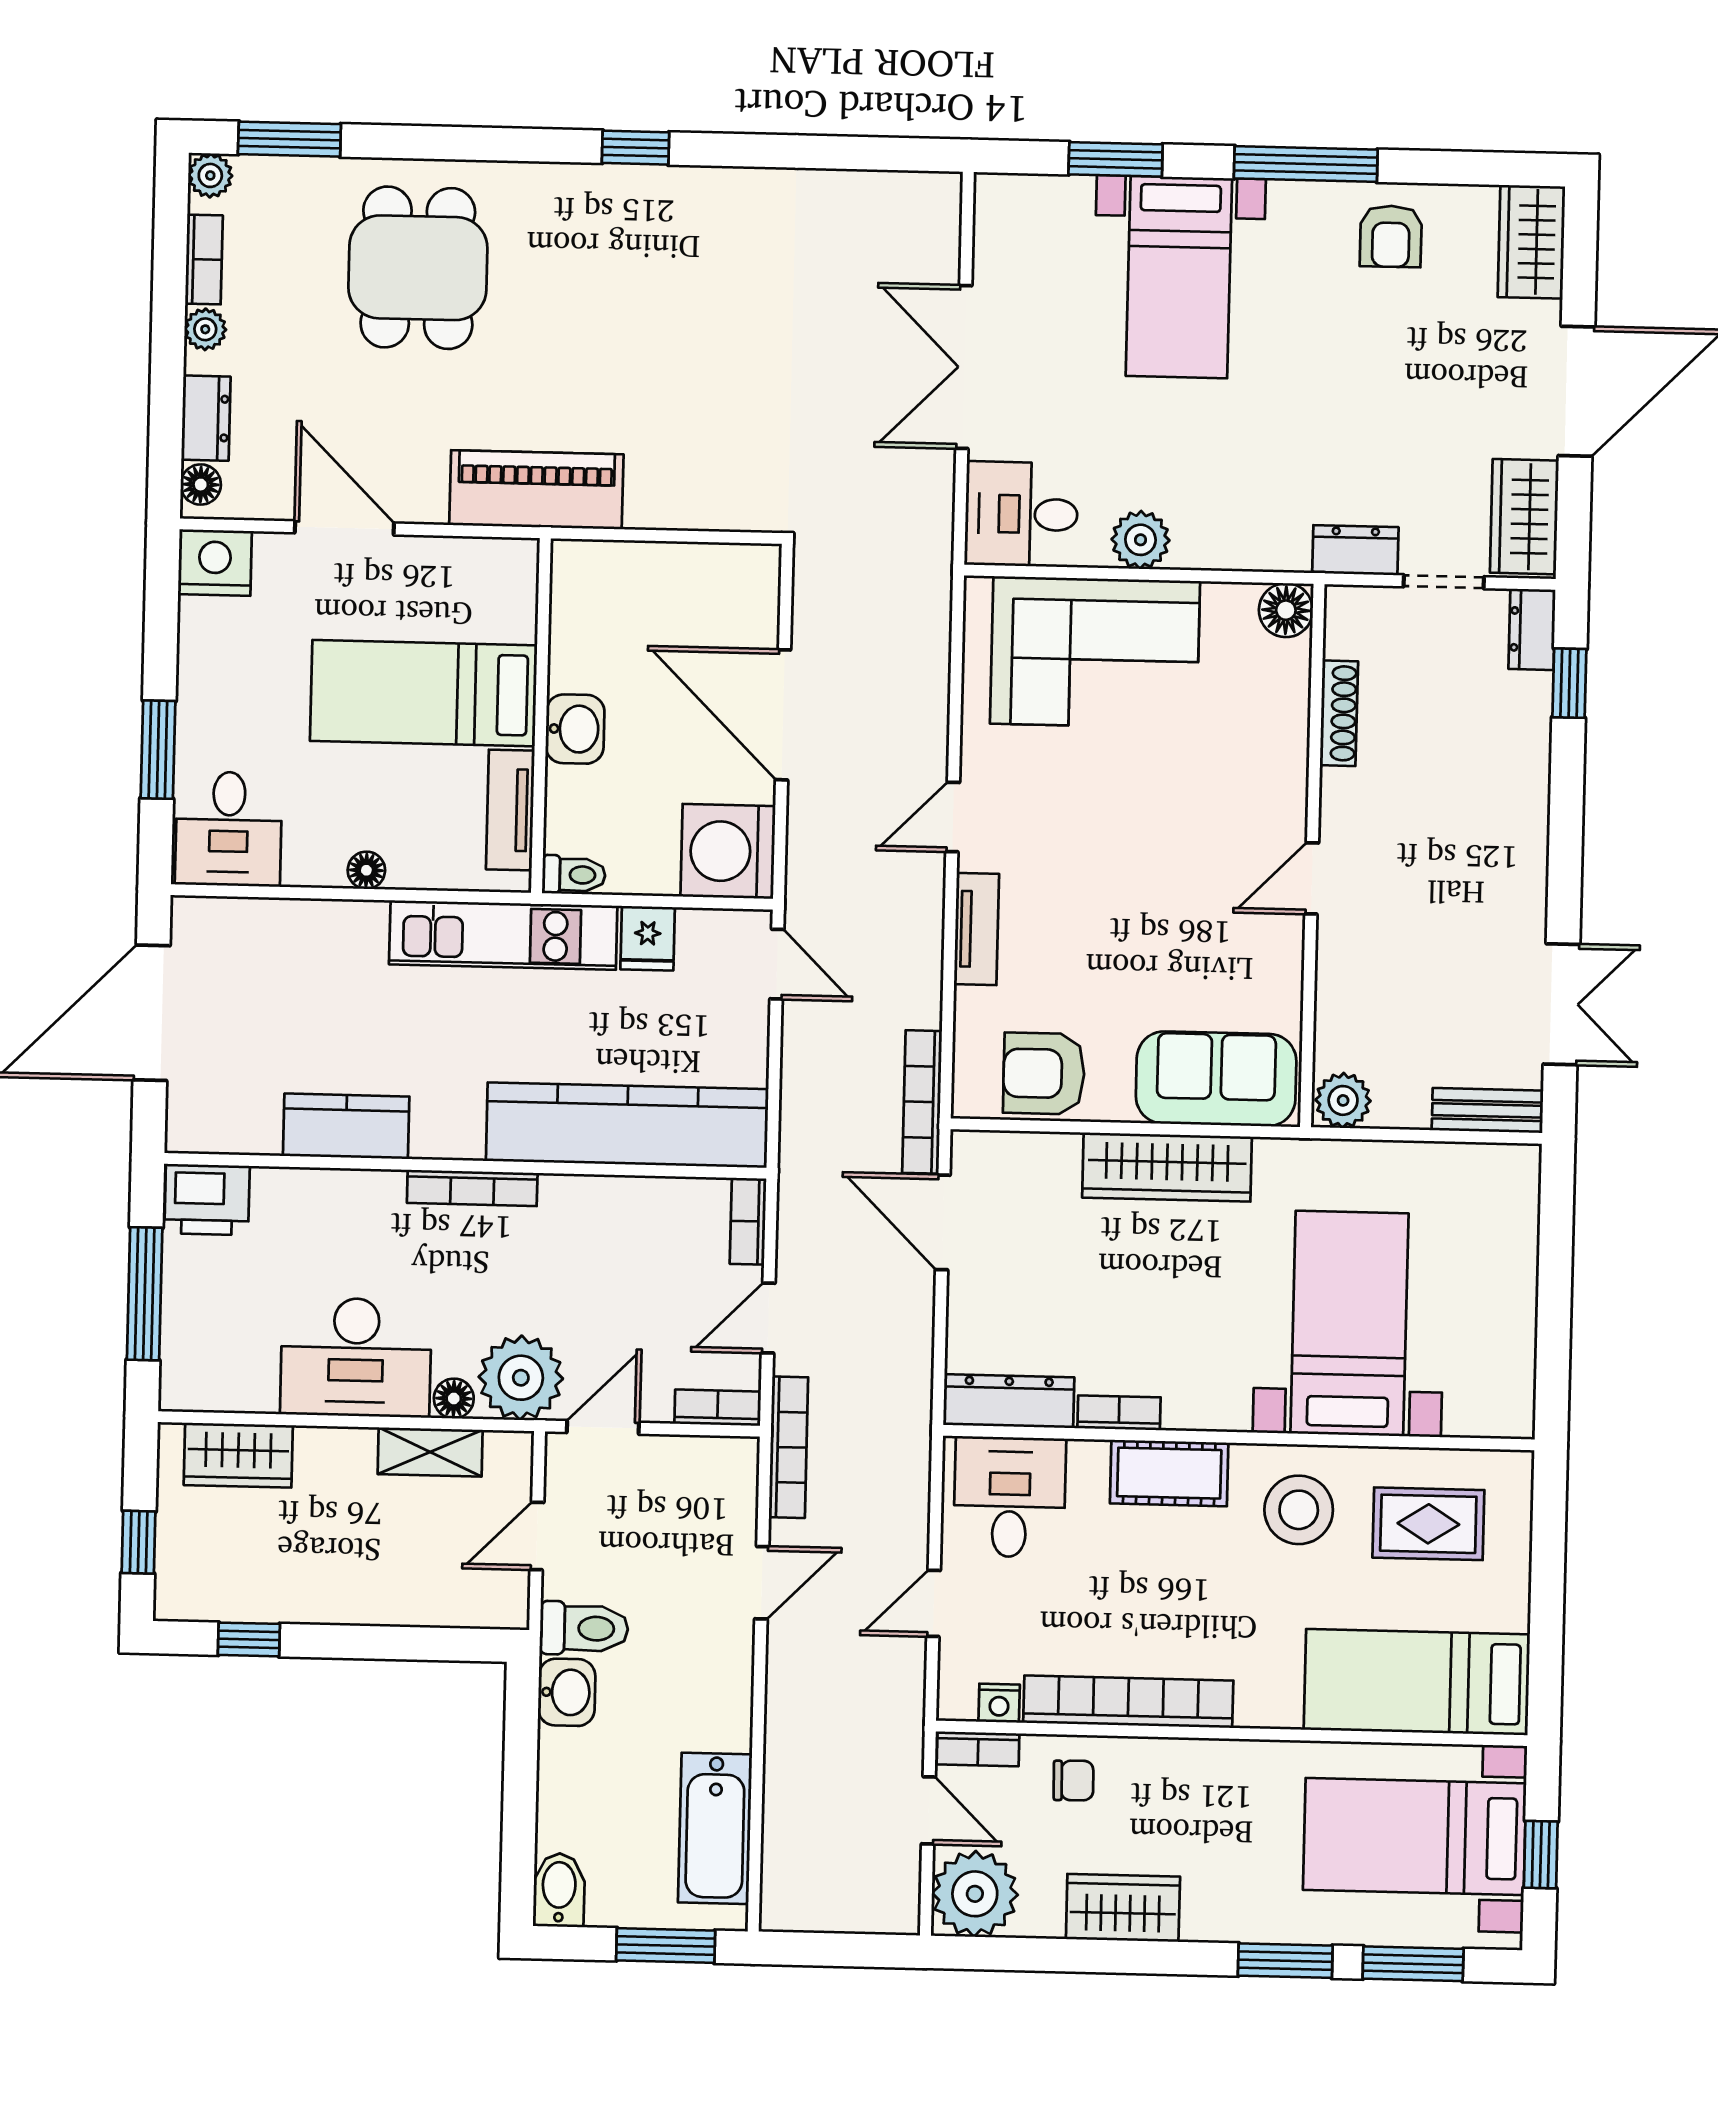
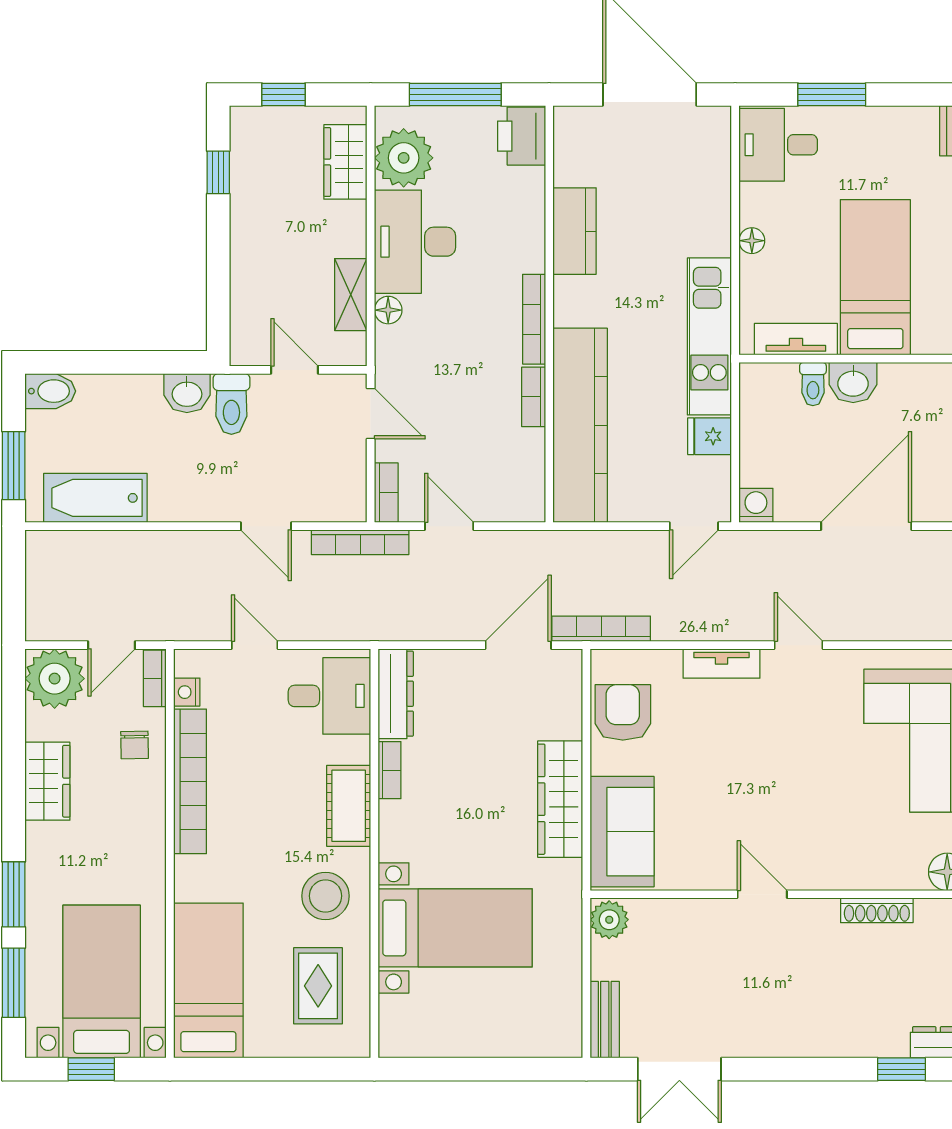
washing machine: (728, 851) -> (756, 505), width x0.53, depth x0.53
toilet: (574, 875) -> (813, 384), moved
bookcase: (748, 1221) -> (534, 397), moved, turned -90
plant: (521, 1378) -> (404, 158), moved

